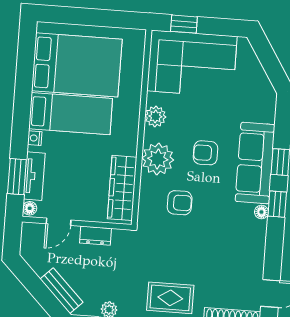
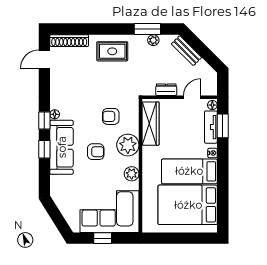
window: (184, 24) -> (103, 238), moved

